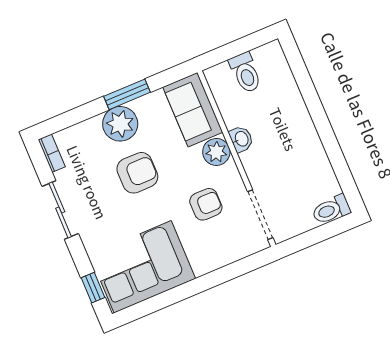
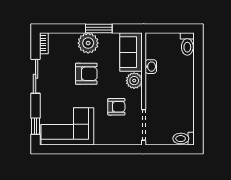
toilet: (245, 73) -> (187, 44), moved
washbasin: (241, 139) -> (151, 67), moved

